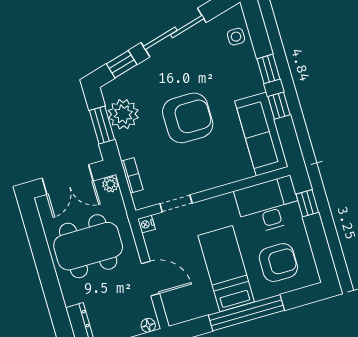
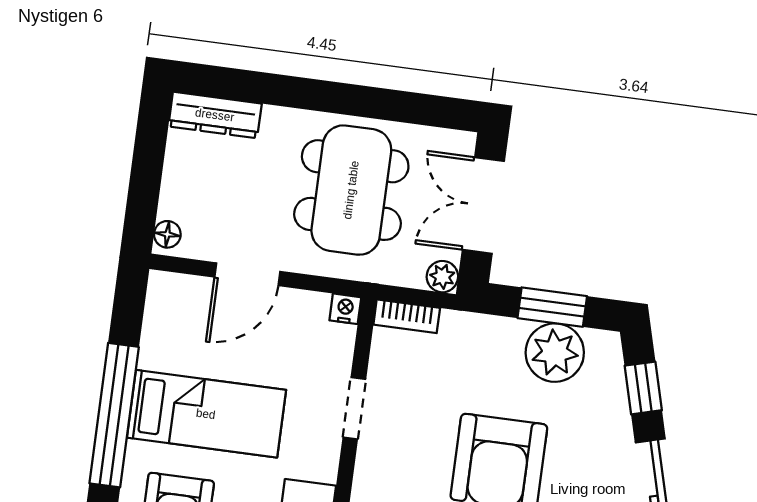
bookcase: (132, 175) -> (407, 316), moved
doorway: (176, 203) -> (354, 408), moved

